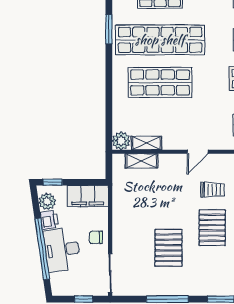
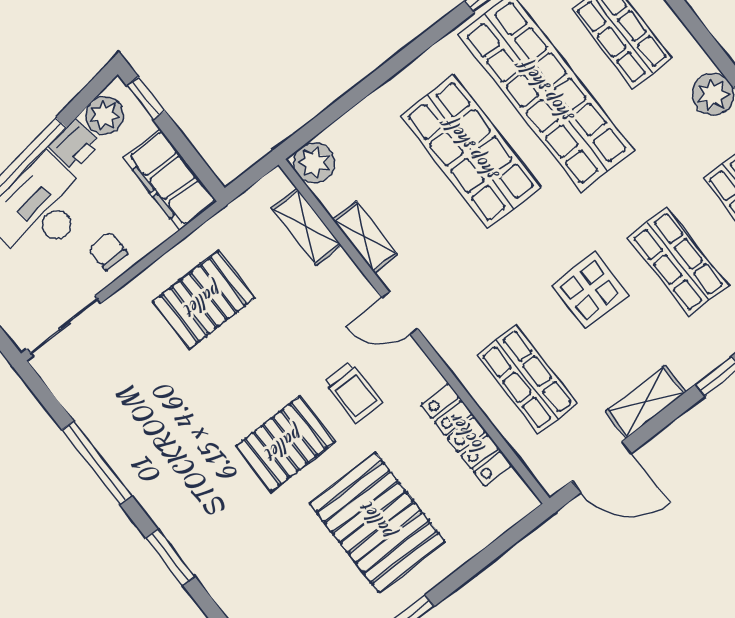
shelving: (146, 143) -> (365, 237), moved
pallet: (169, 248) -> (204, 300), moved

